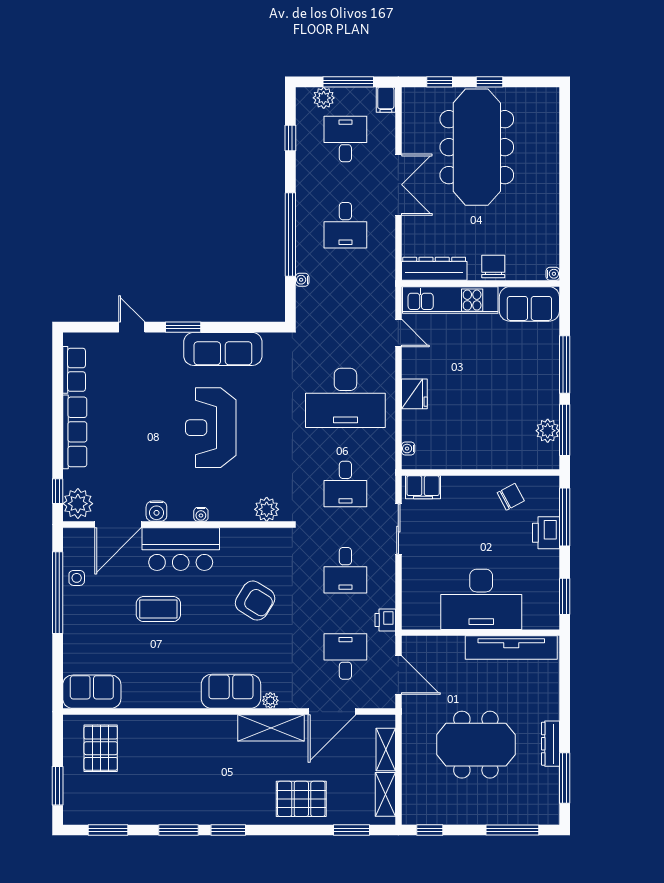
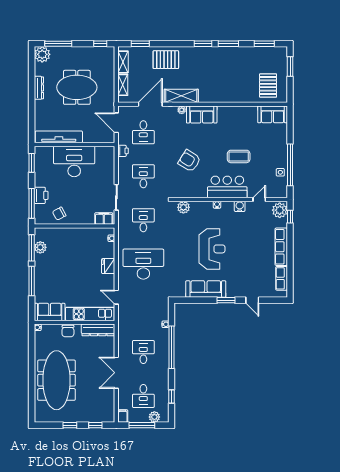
meeting table: (477, 147) -> (56, 380), moved
door: (118, 525) -> (259, 200), width x0.53
window: (565, 778) -> (32, 70), removed
plant: (544, 809) -> (42, 54), added

